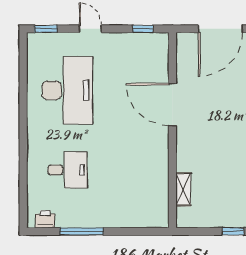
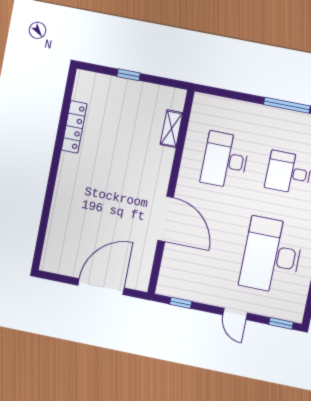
desk: (128, 170) -> (225, 160), added

